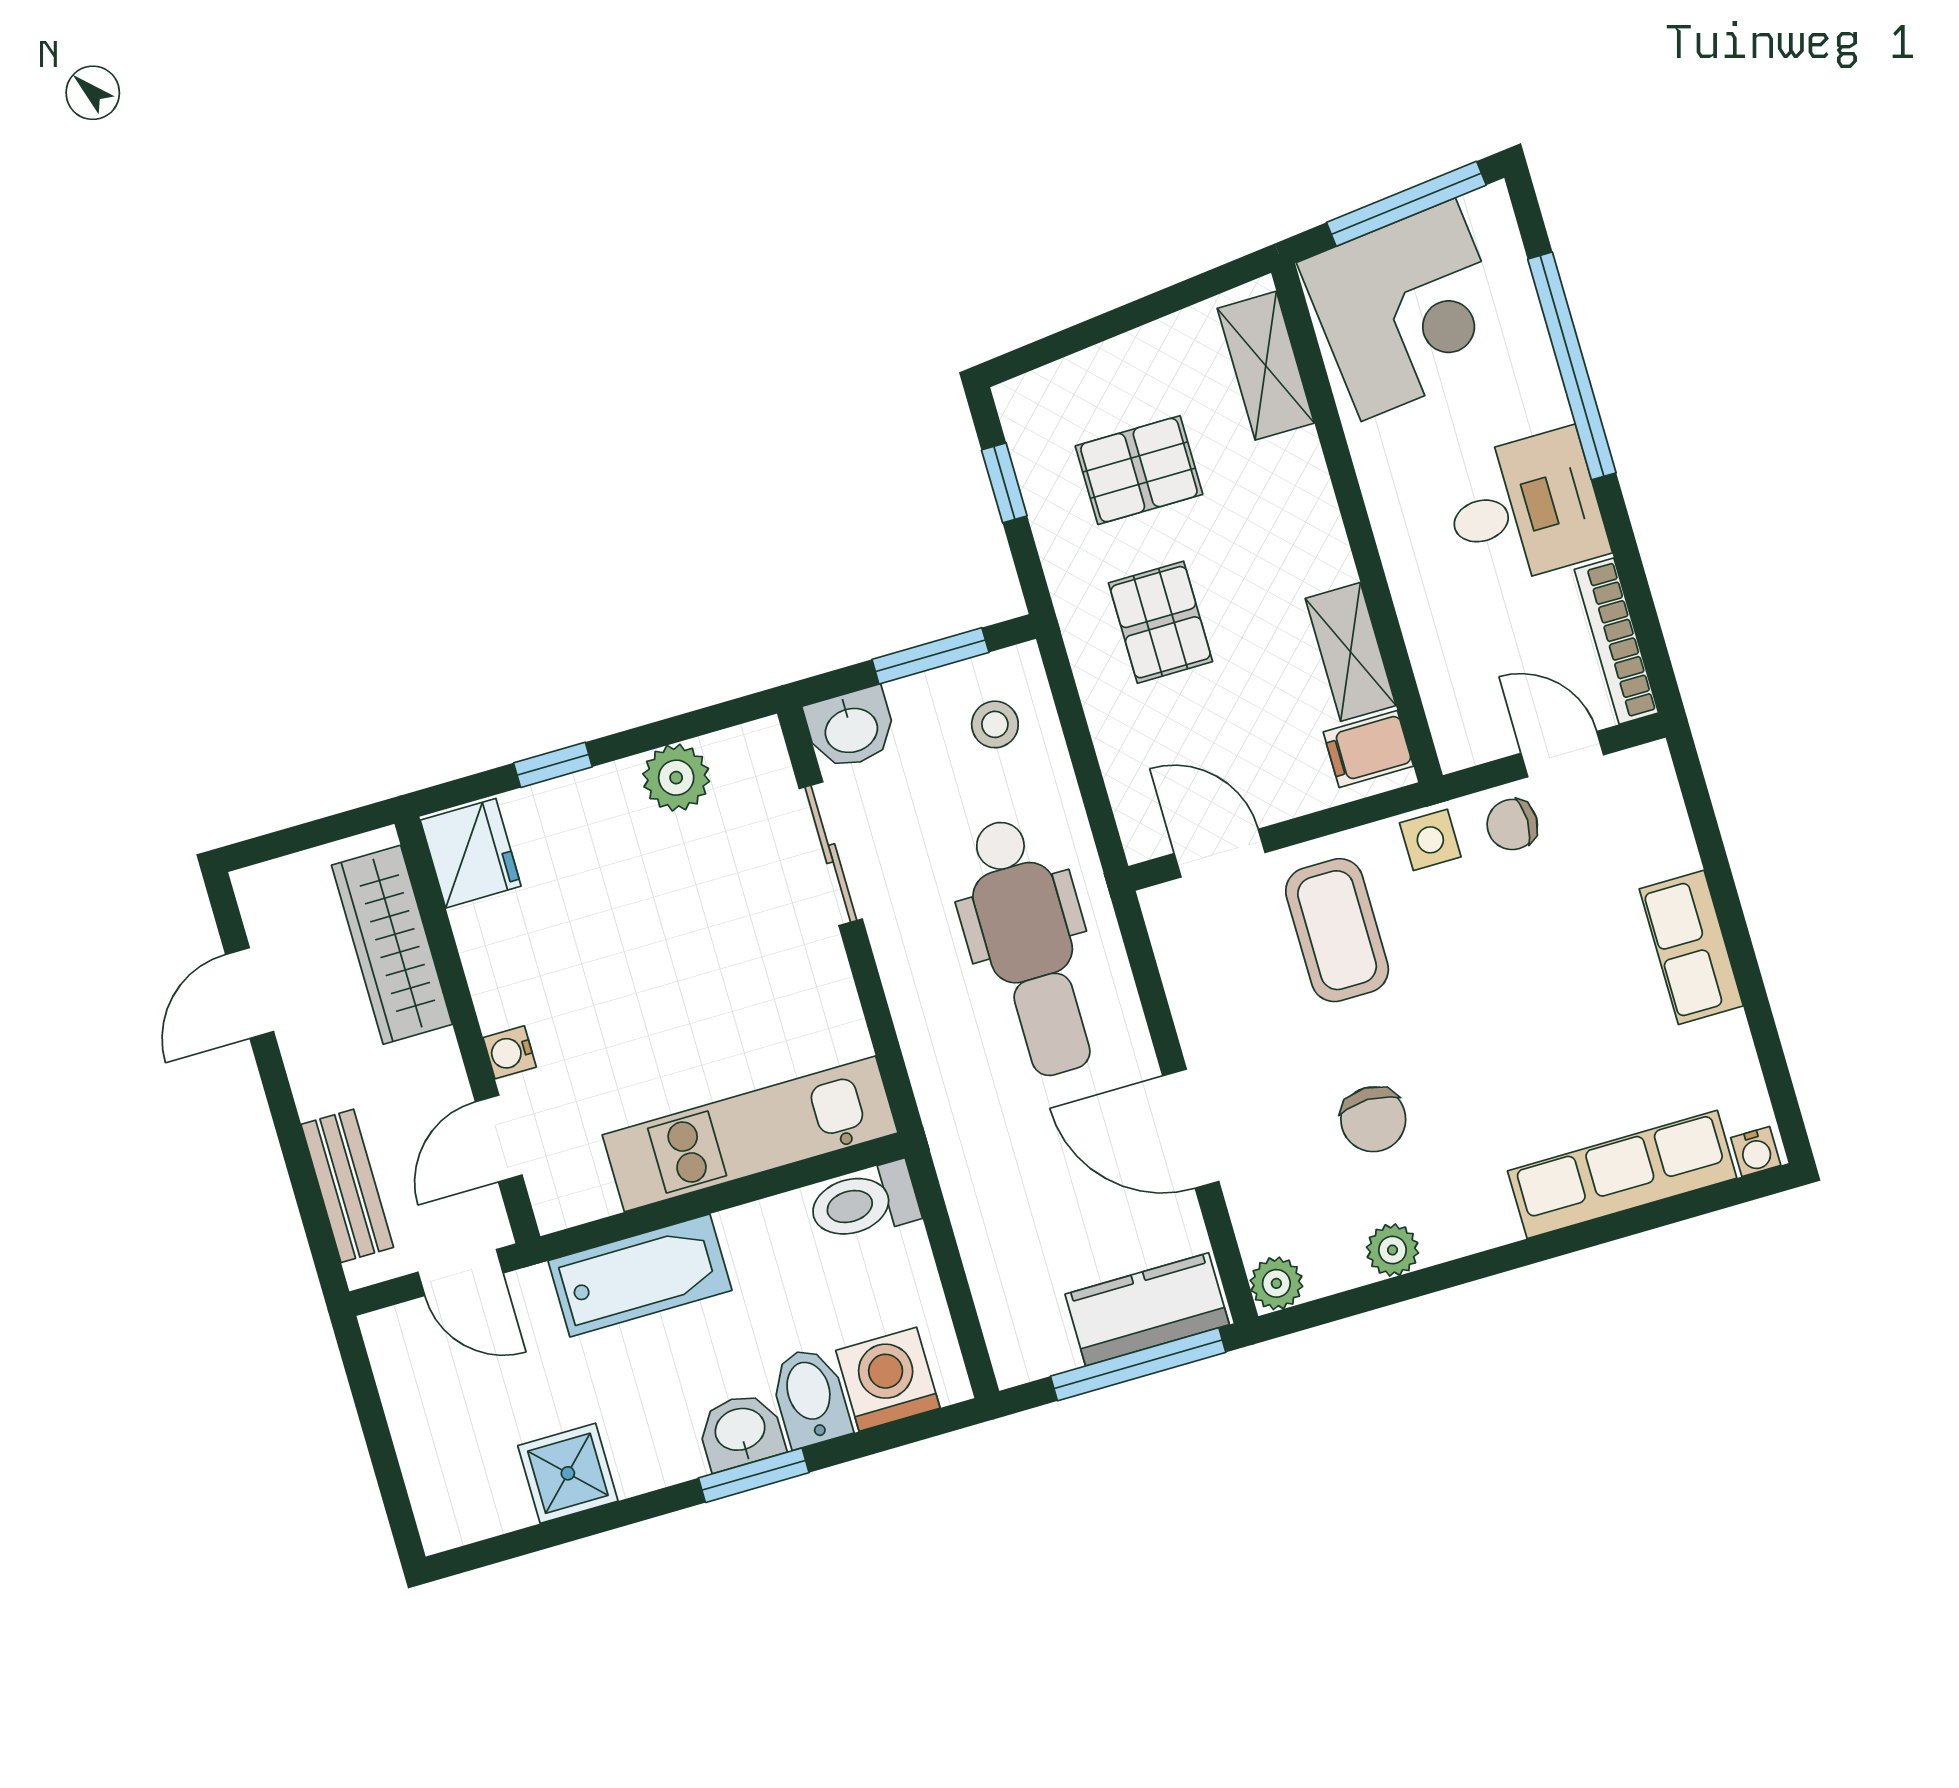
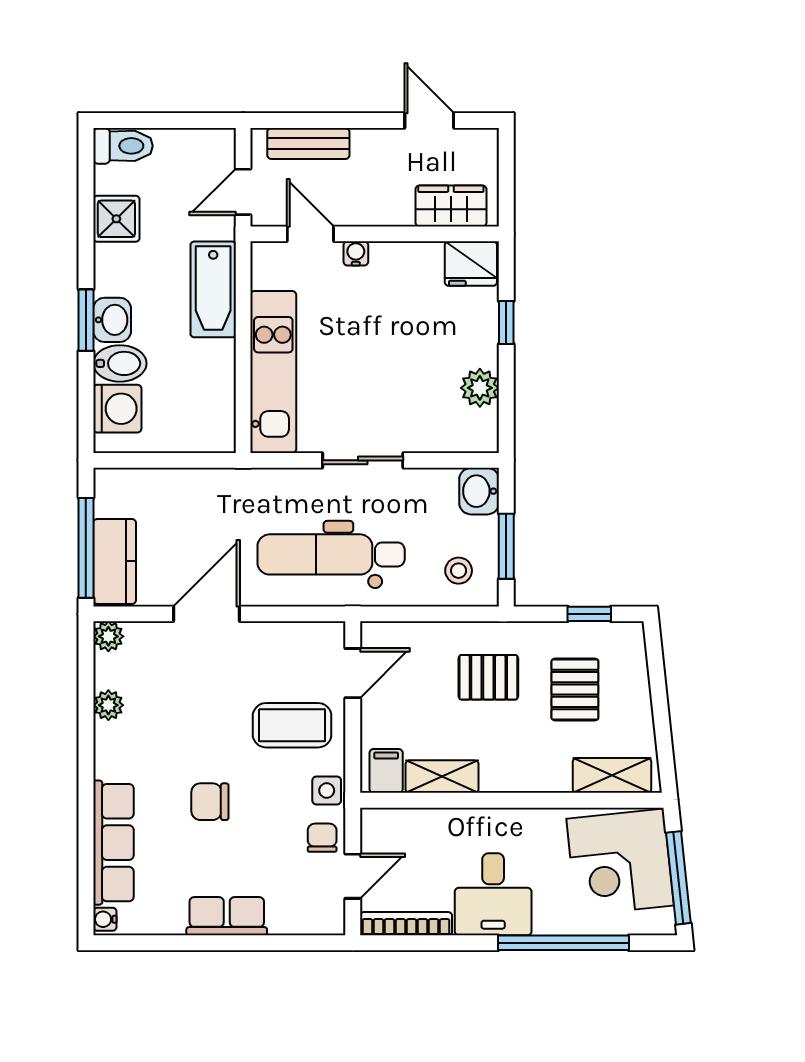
sliding door: (831, 854) -> (363, 460), moved
wardrobe: (392, 945) -> (451, 206), width x0.67
chair: (1373, 1119) -> (210, 802), moved
toilet: (864, 1202) -> (123, 146), moved, turned 90

